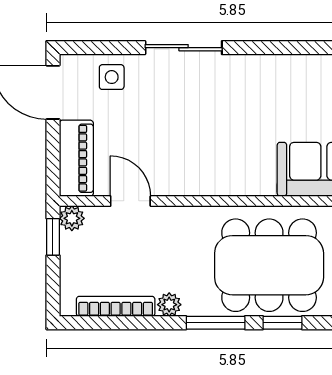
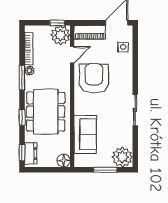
sliding door: (184, 48) -> (135, 110), moved
armchair: (188, 148) -> (94, 78), added
plant: (72, 218) -> (60, 35), width x1.87, depth x1.87
window: (216, 323) -> (22, 78), moved

